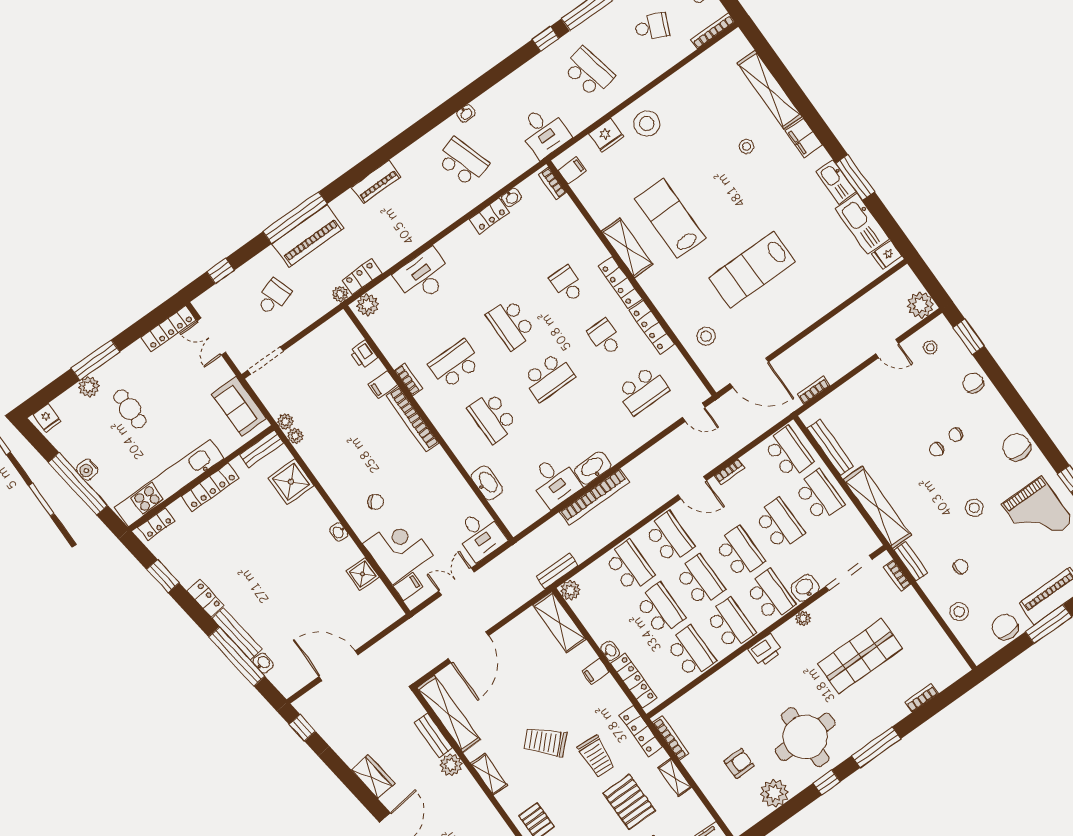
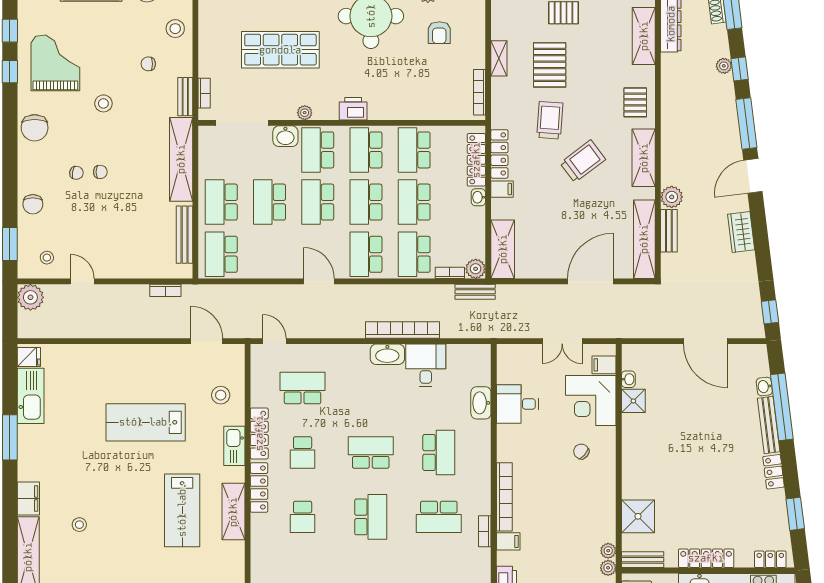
kitchen sink: (836, 182) -> (234, 446), moved, turned 180
lab bench: (752, 270) -> (146, 422), turned 180
door: (749, 373) -> (207, 341), width x0.73
bookcase: (729, 472) -> (450, 273), moved
washbasin: (339, 532) -> (628, 379), moved
desk: (480, 535) -> (518, 404), moved, turned -90
locker: (641, 731) -> (499, 154), moved
trolley: (545, 742) -> (583, 161), turned -82
armchair: (739, 764) -> (439, 33), turned -90
shelving: (489, 774) -> (644, 158), width x1.50, depth x1.33

